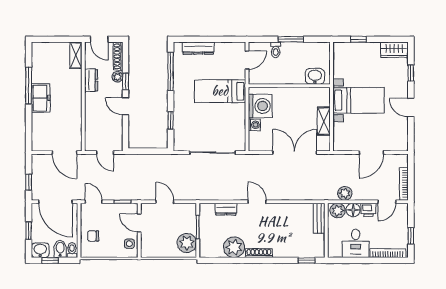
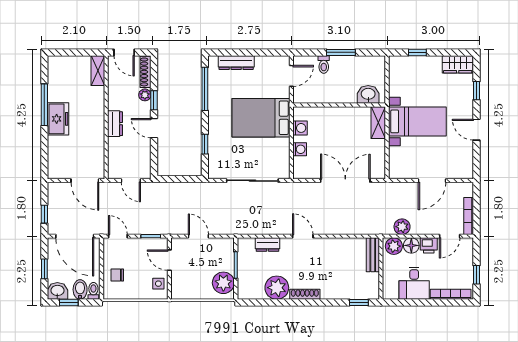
dresser: (91, 80) -> (115, 124), moved
bed: (220, 91) -> (261, 118), width x1.50
washing machine: (260, 106) -> (300, 128), width x0.53, depth x0.53
shelving: (324, 121) -> (378, 123), moved

